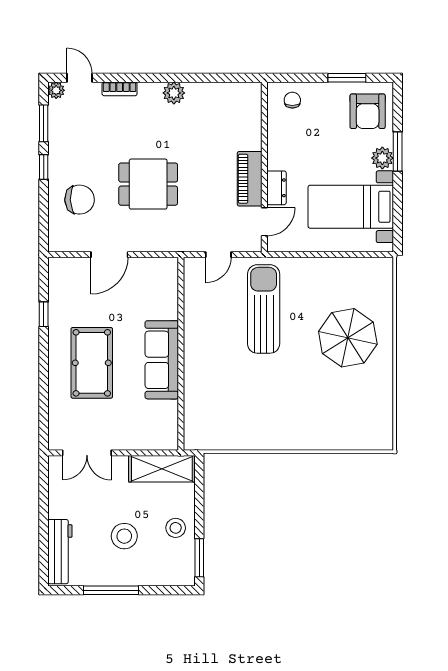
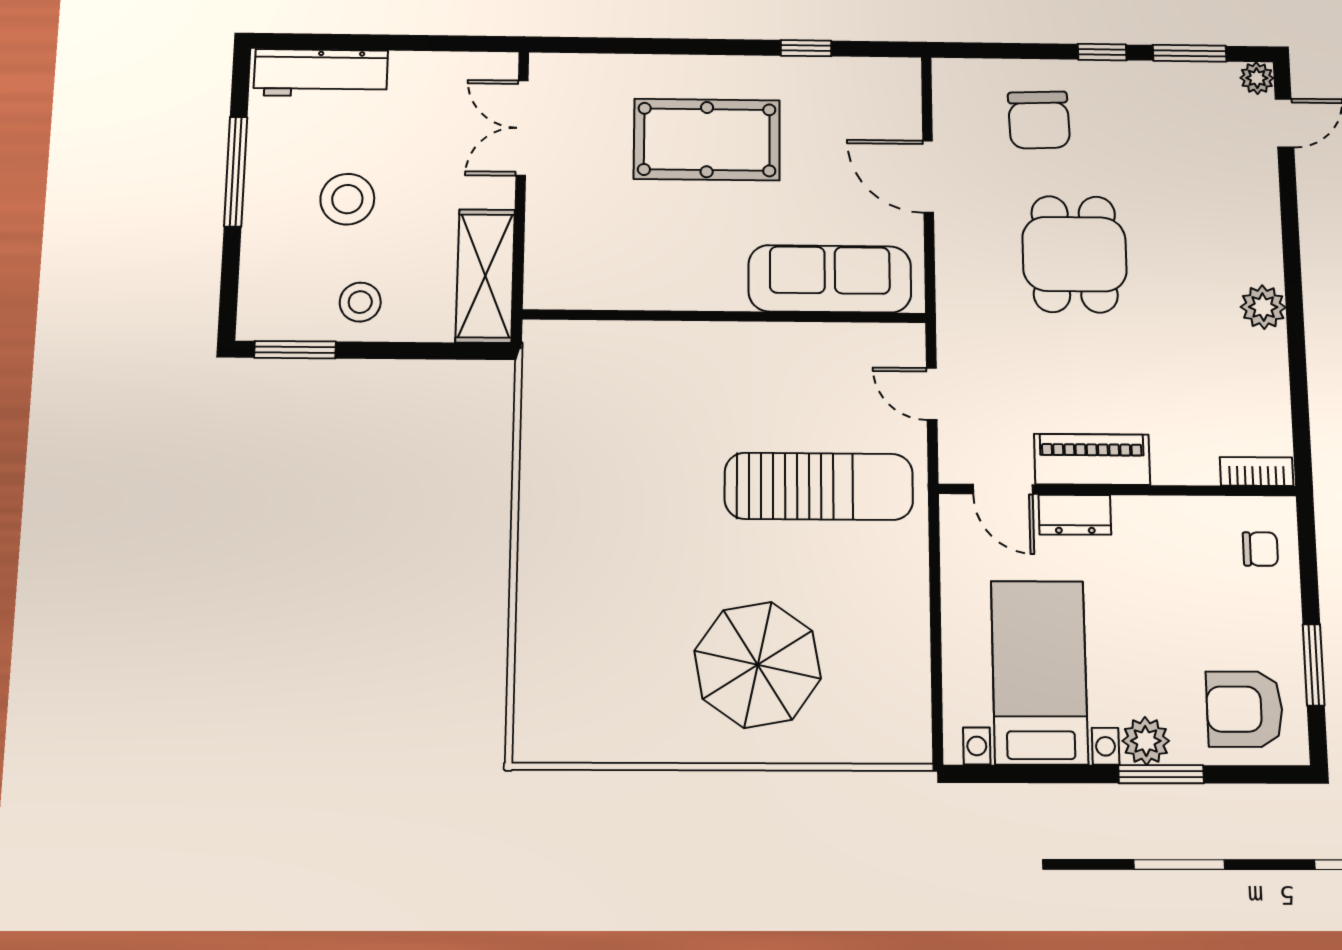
bookcase: (120, 89) -> (1257, 471), moved, turned 90
sofa: (162, 360) -> (830, 279), moved

